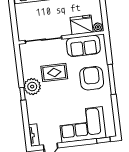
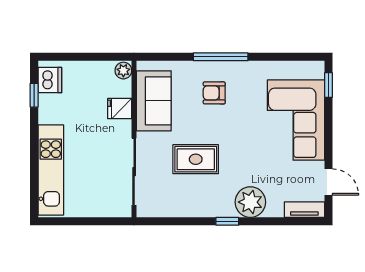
fridge: (82, 25) -> (120, 109), width x0.53, depth x0.75
rug: (54, 72) -> (196, 159), turned 90
armchair: (92, 78) -> (214, 93), width x0.53, depth x0.53
plant: (32, 87) -> (250, 202), moved

